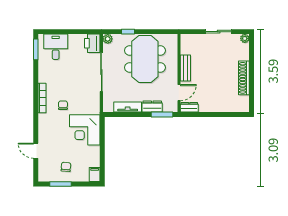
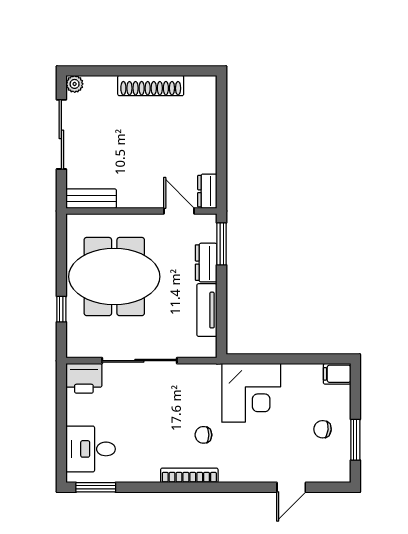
sliding door: (219, 32) -> (61, 134), width x1.37
plant: (108, 39) -> (75, 349), removed
bench: (185, 68) -> (91, 199), moved

